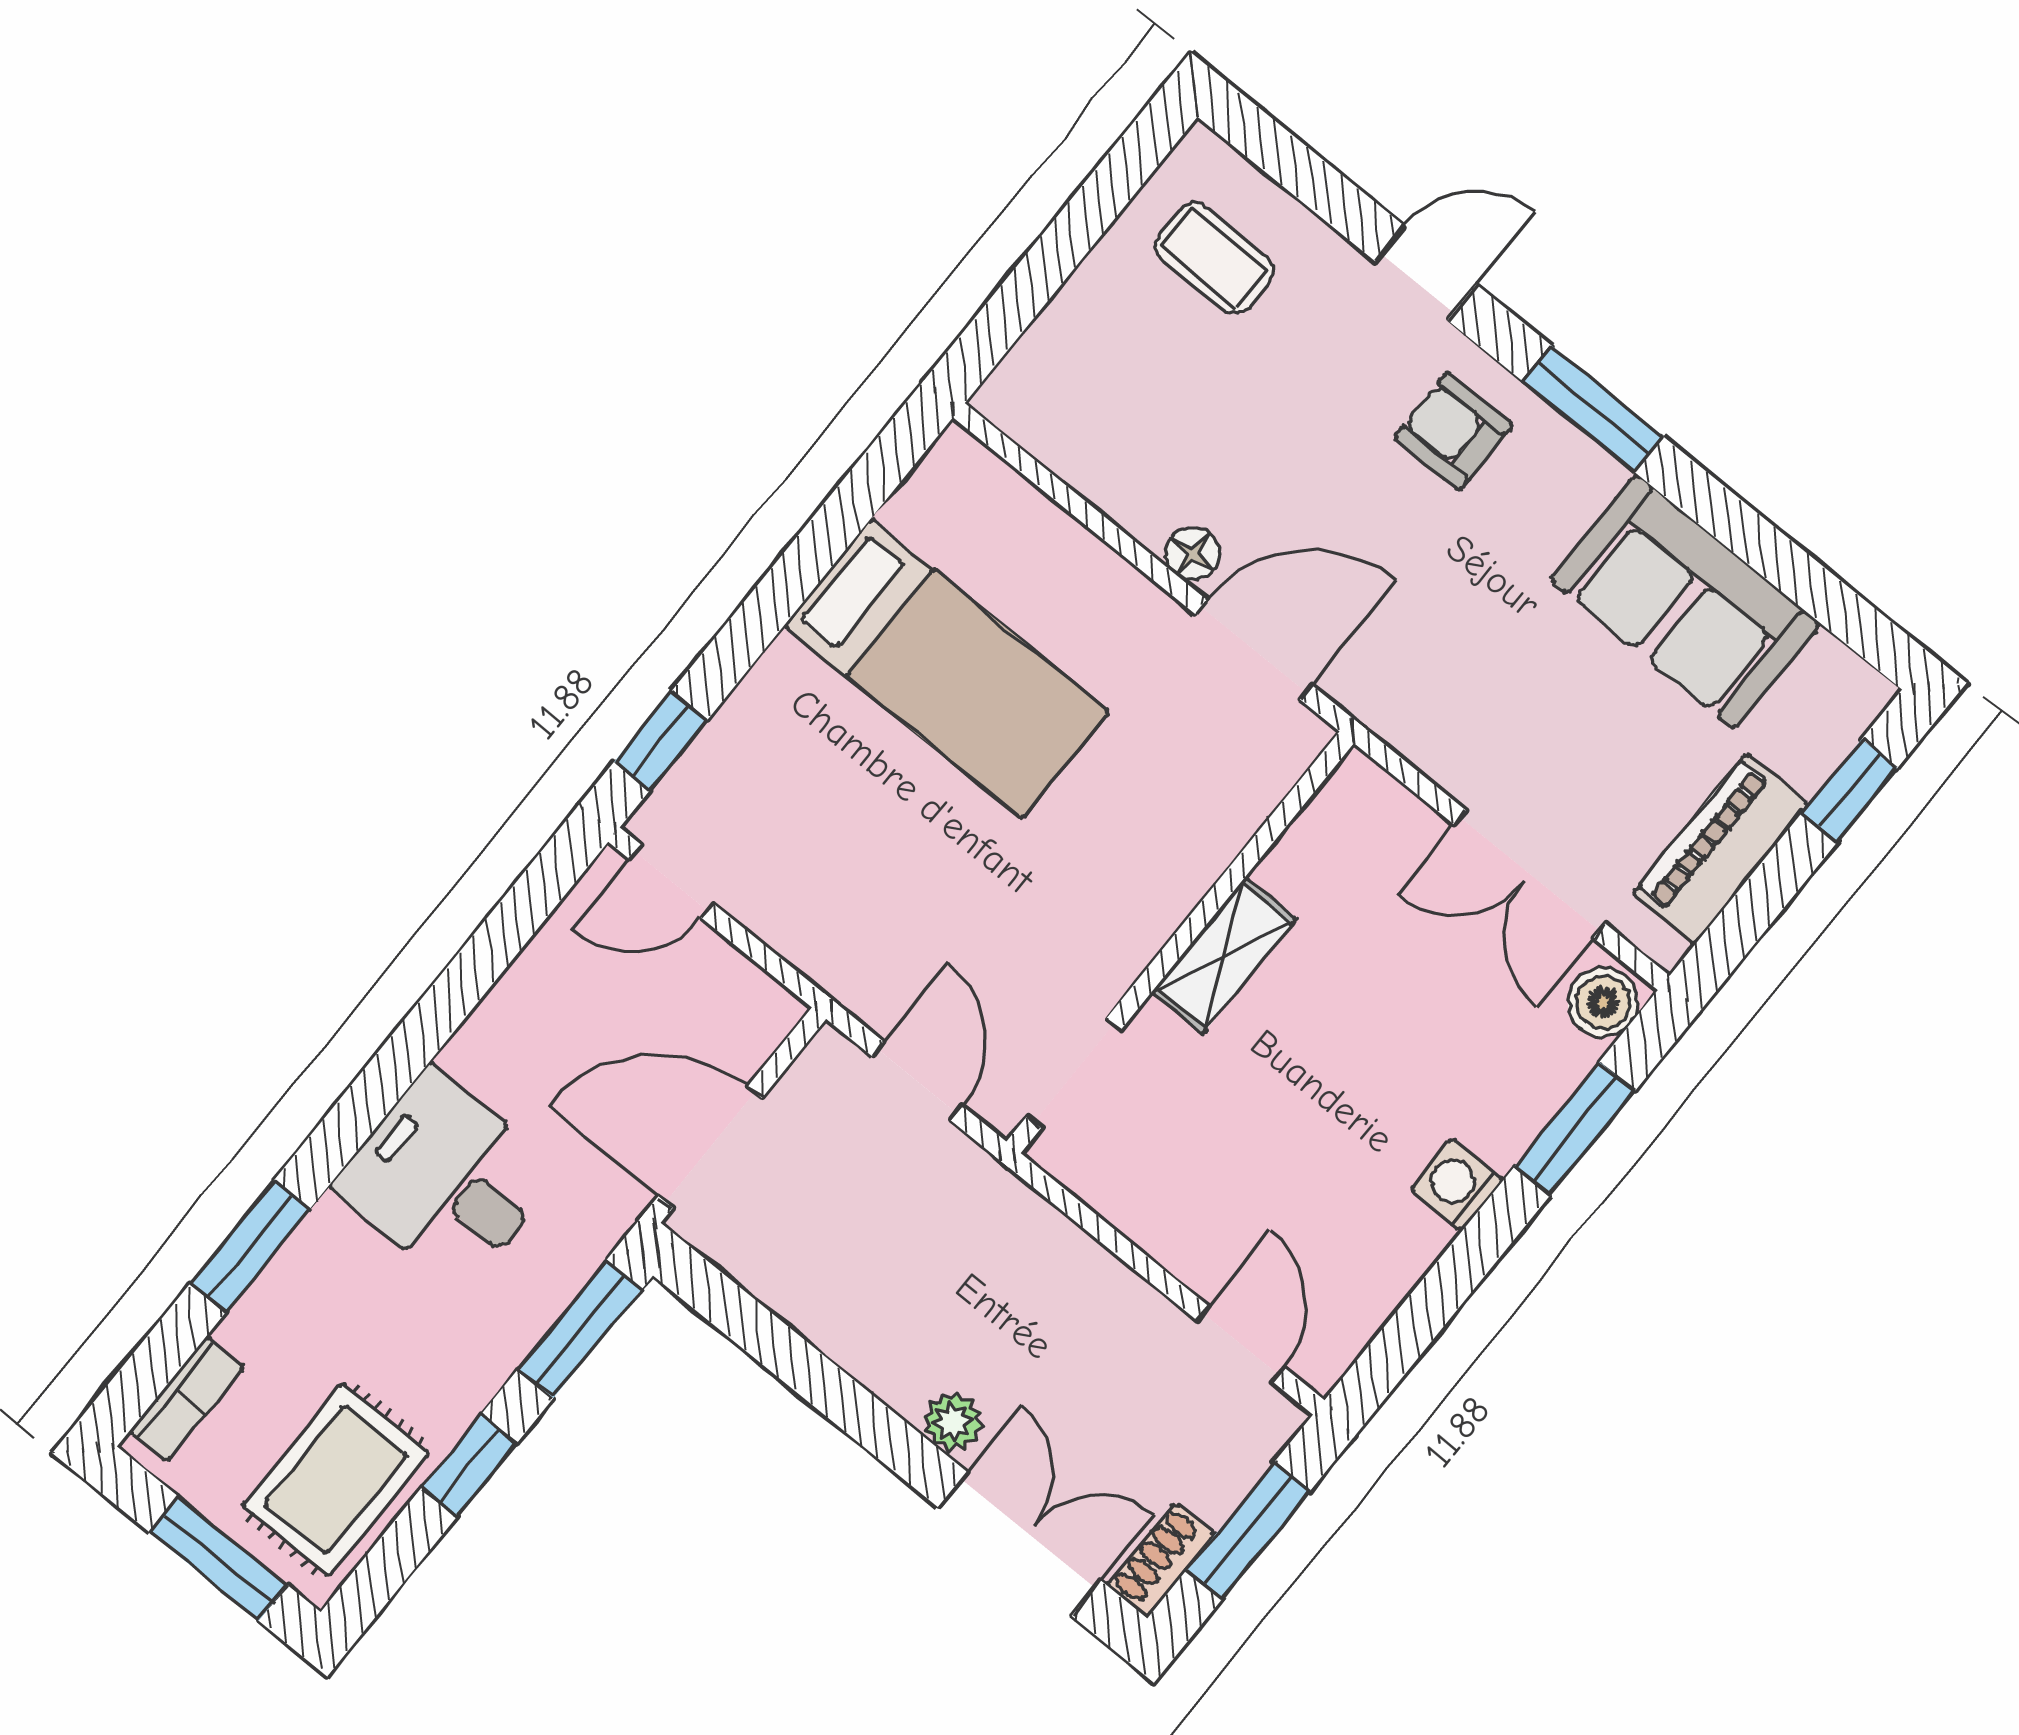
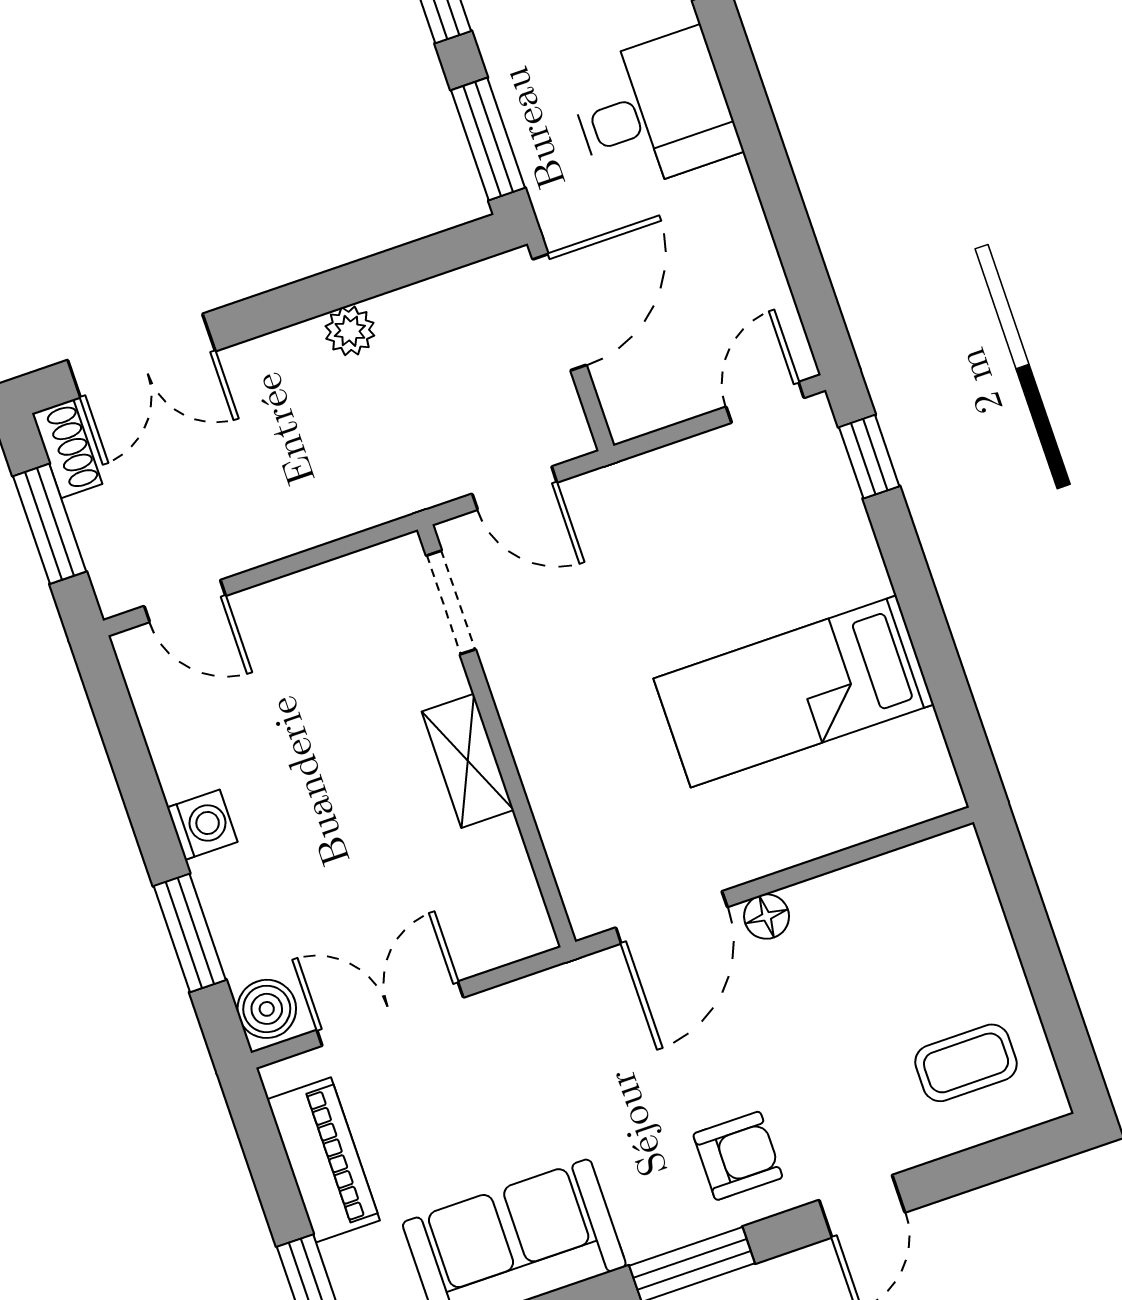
plant: (953, 1422) -> (350, 331), moved

